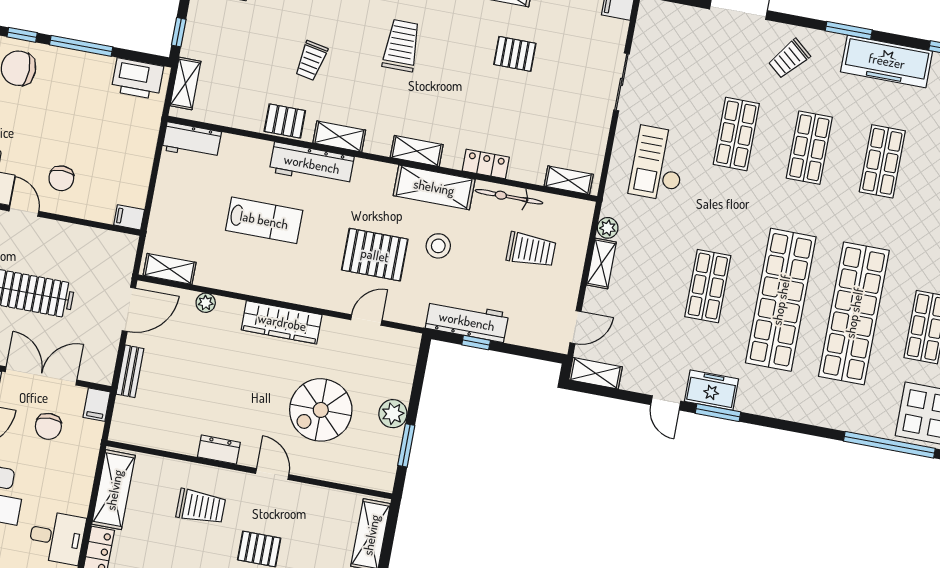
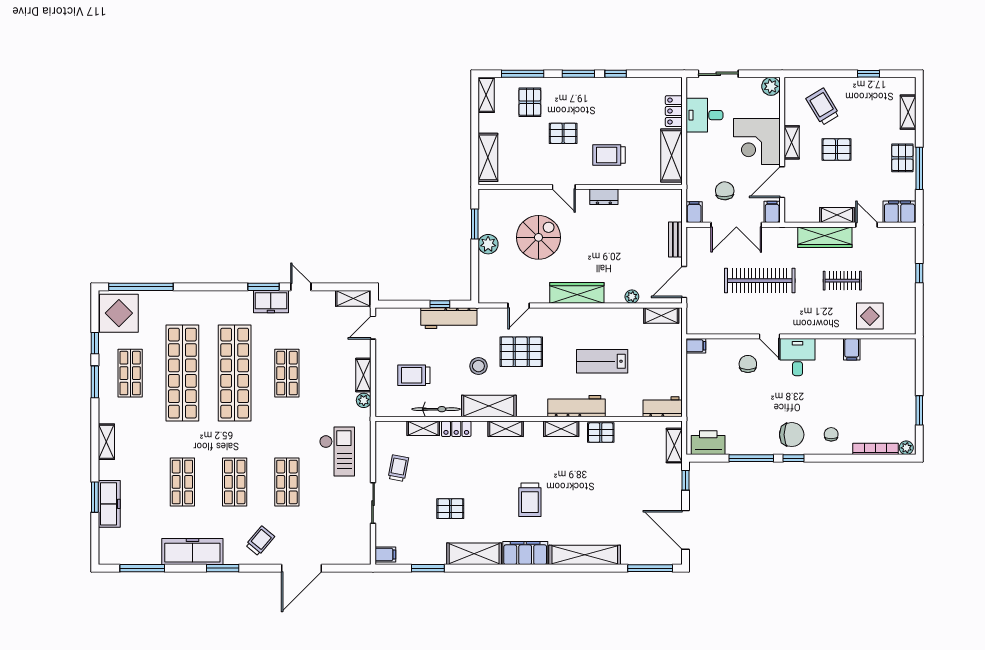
trolley: (311, 61) -> (398, 468), moved
shelving: (569, 180) -> (423, 428), moved

